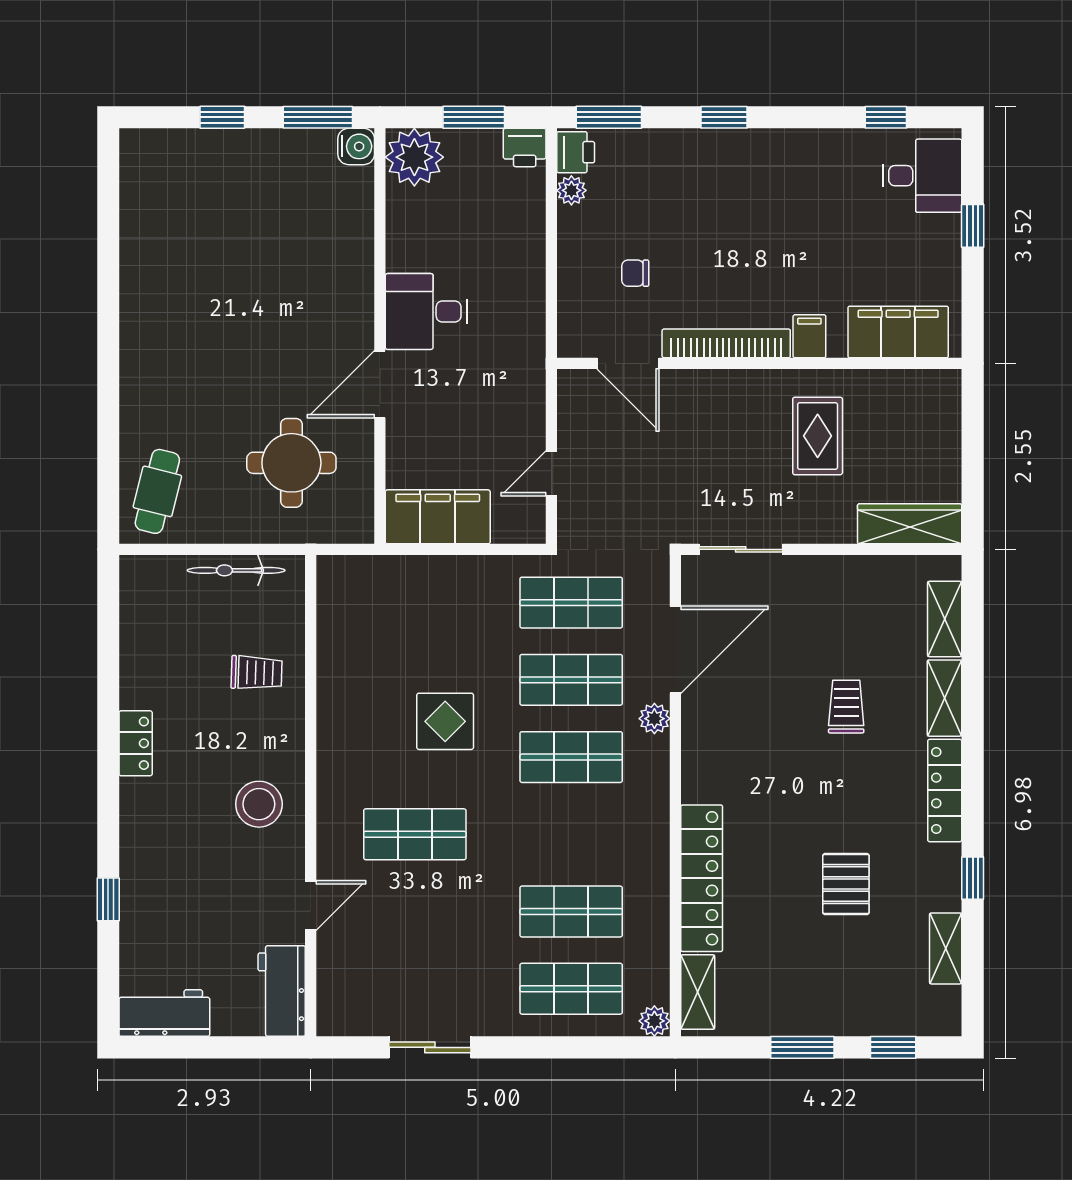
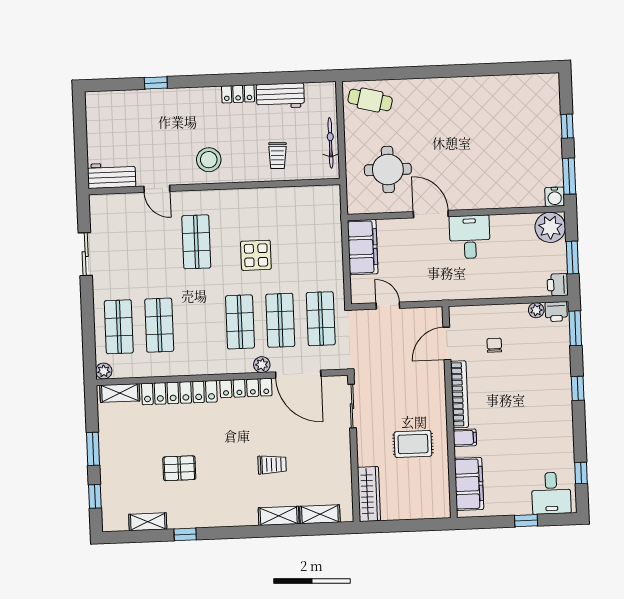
locker: (945, 790) -> (246, 388), moved, turned 180
workbench: (164, 1013) -> (280, 96), moved, turned 90

